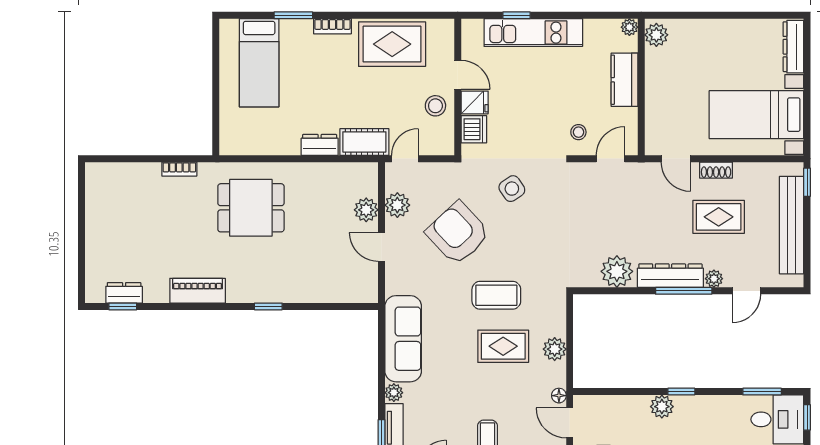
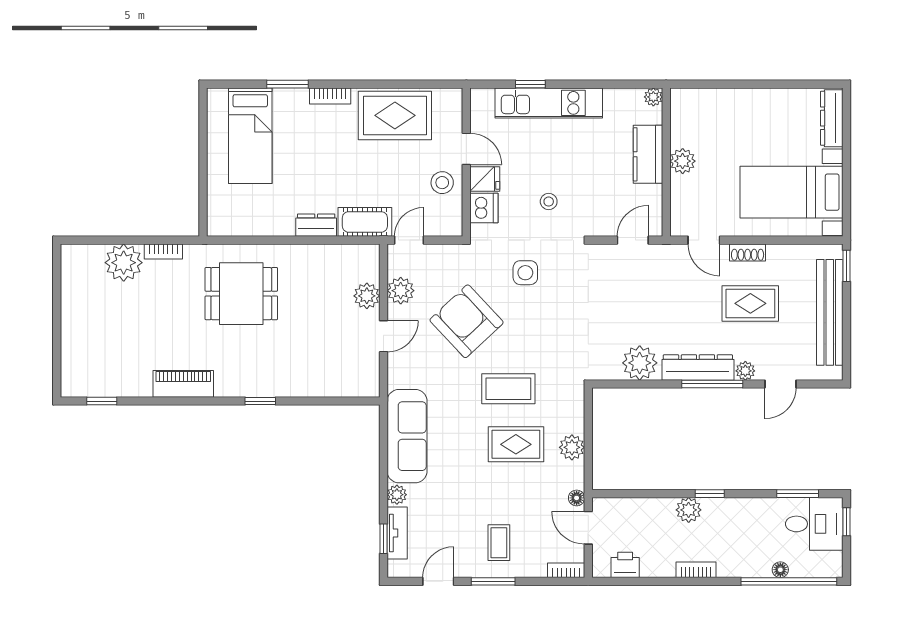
plant: (656, 35) -> (683, 161), moved
stool: (578, 132) -> (549, 202), moved
plant: (143, 179) -> (124, 263), added
side table: (512, 189) -> (525, 273), turned 34
door: (382, 247) -> (383, 336), swing flipped
dresser: (124, 293) -> (103, 386), removed

